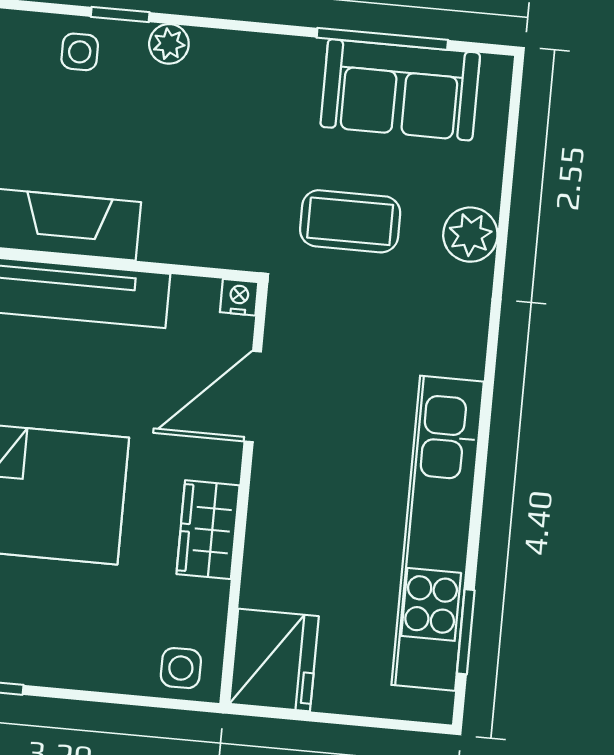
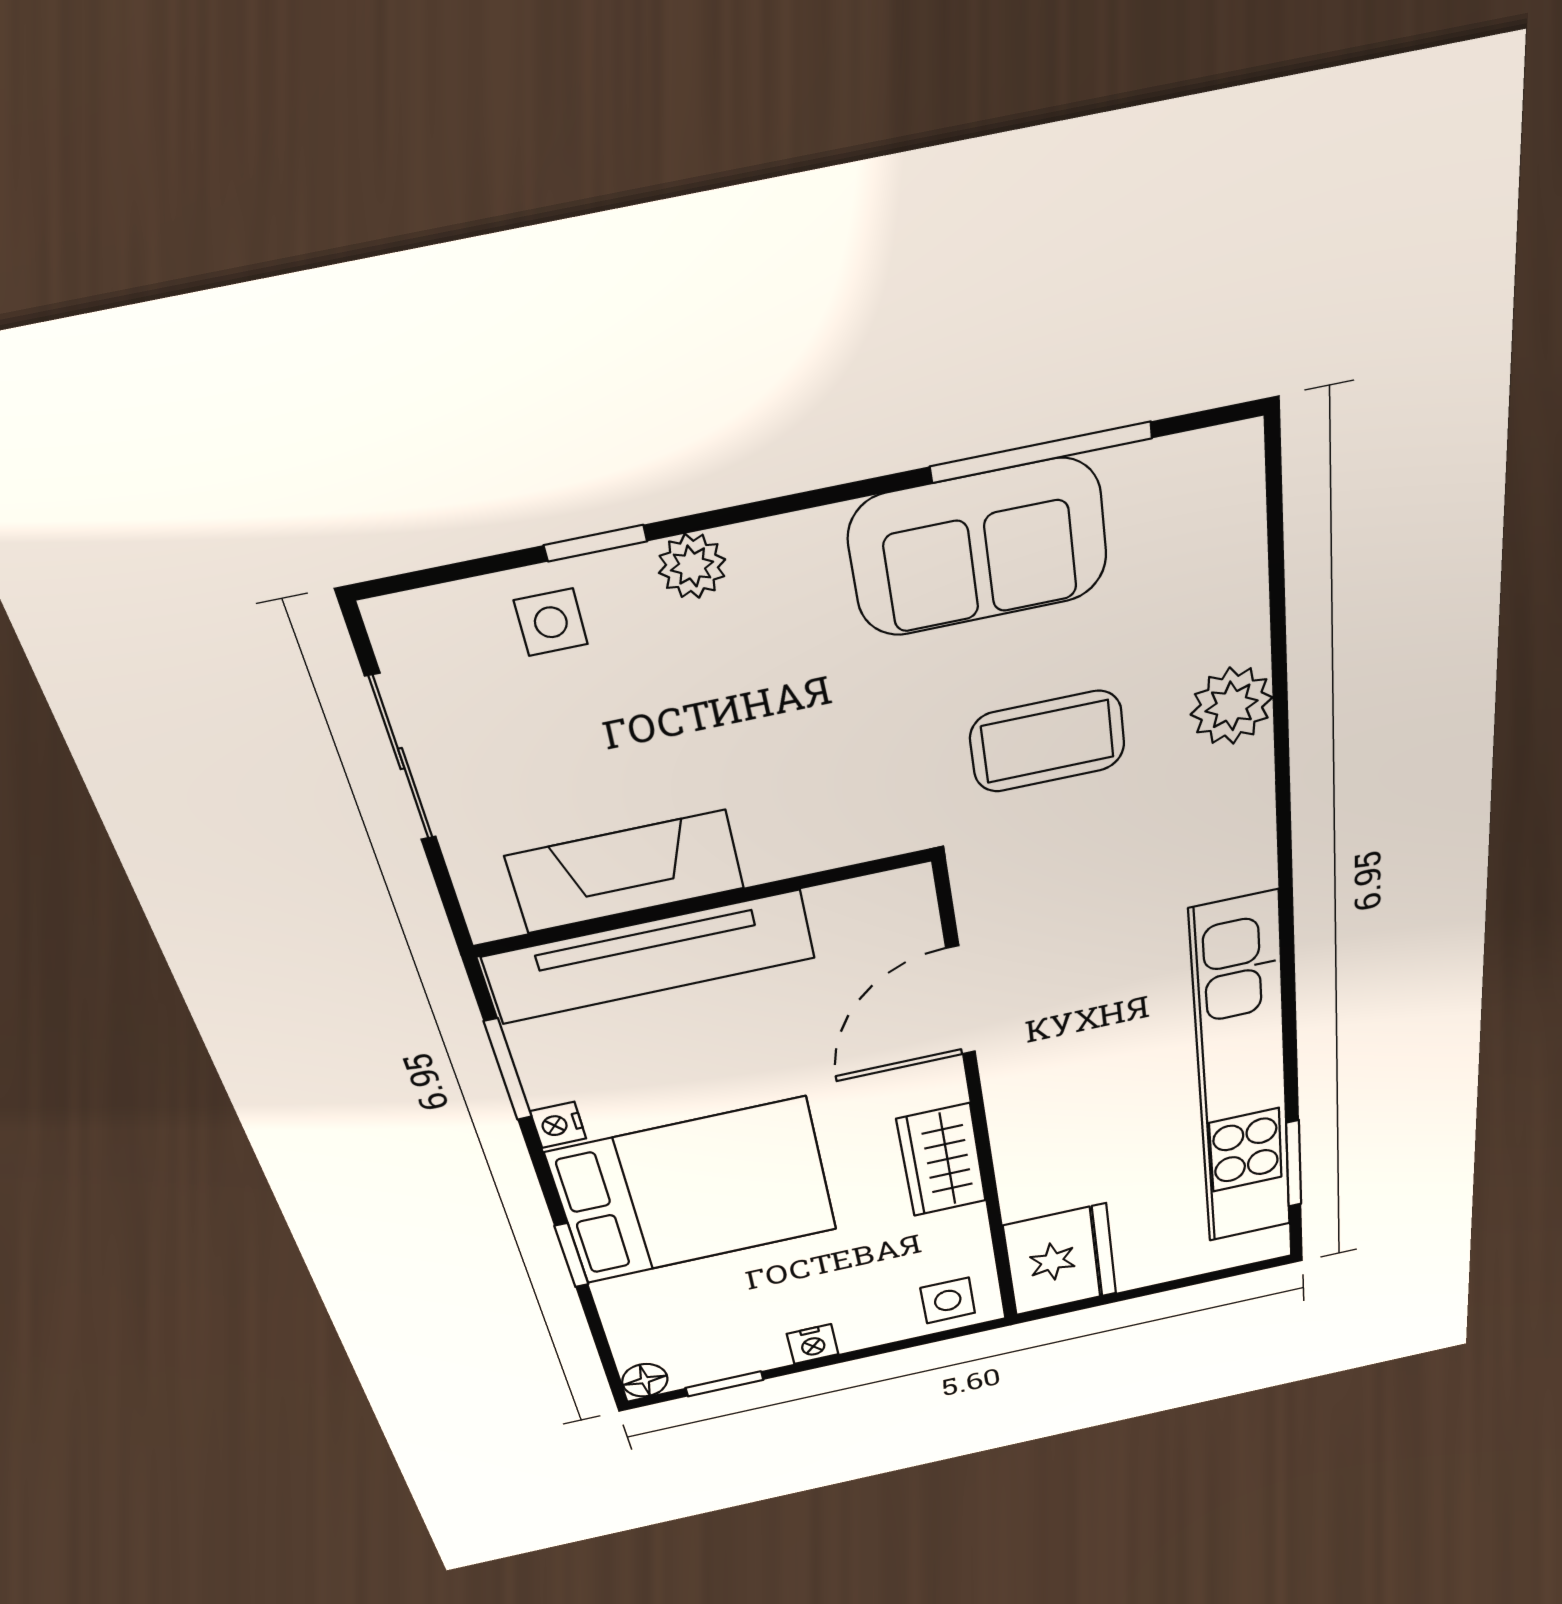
sofa: (400, 90) -> (979, 548), moved
nightstand: (239, 297) -> (813, 1344), moved, turned 180

